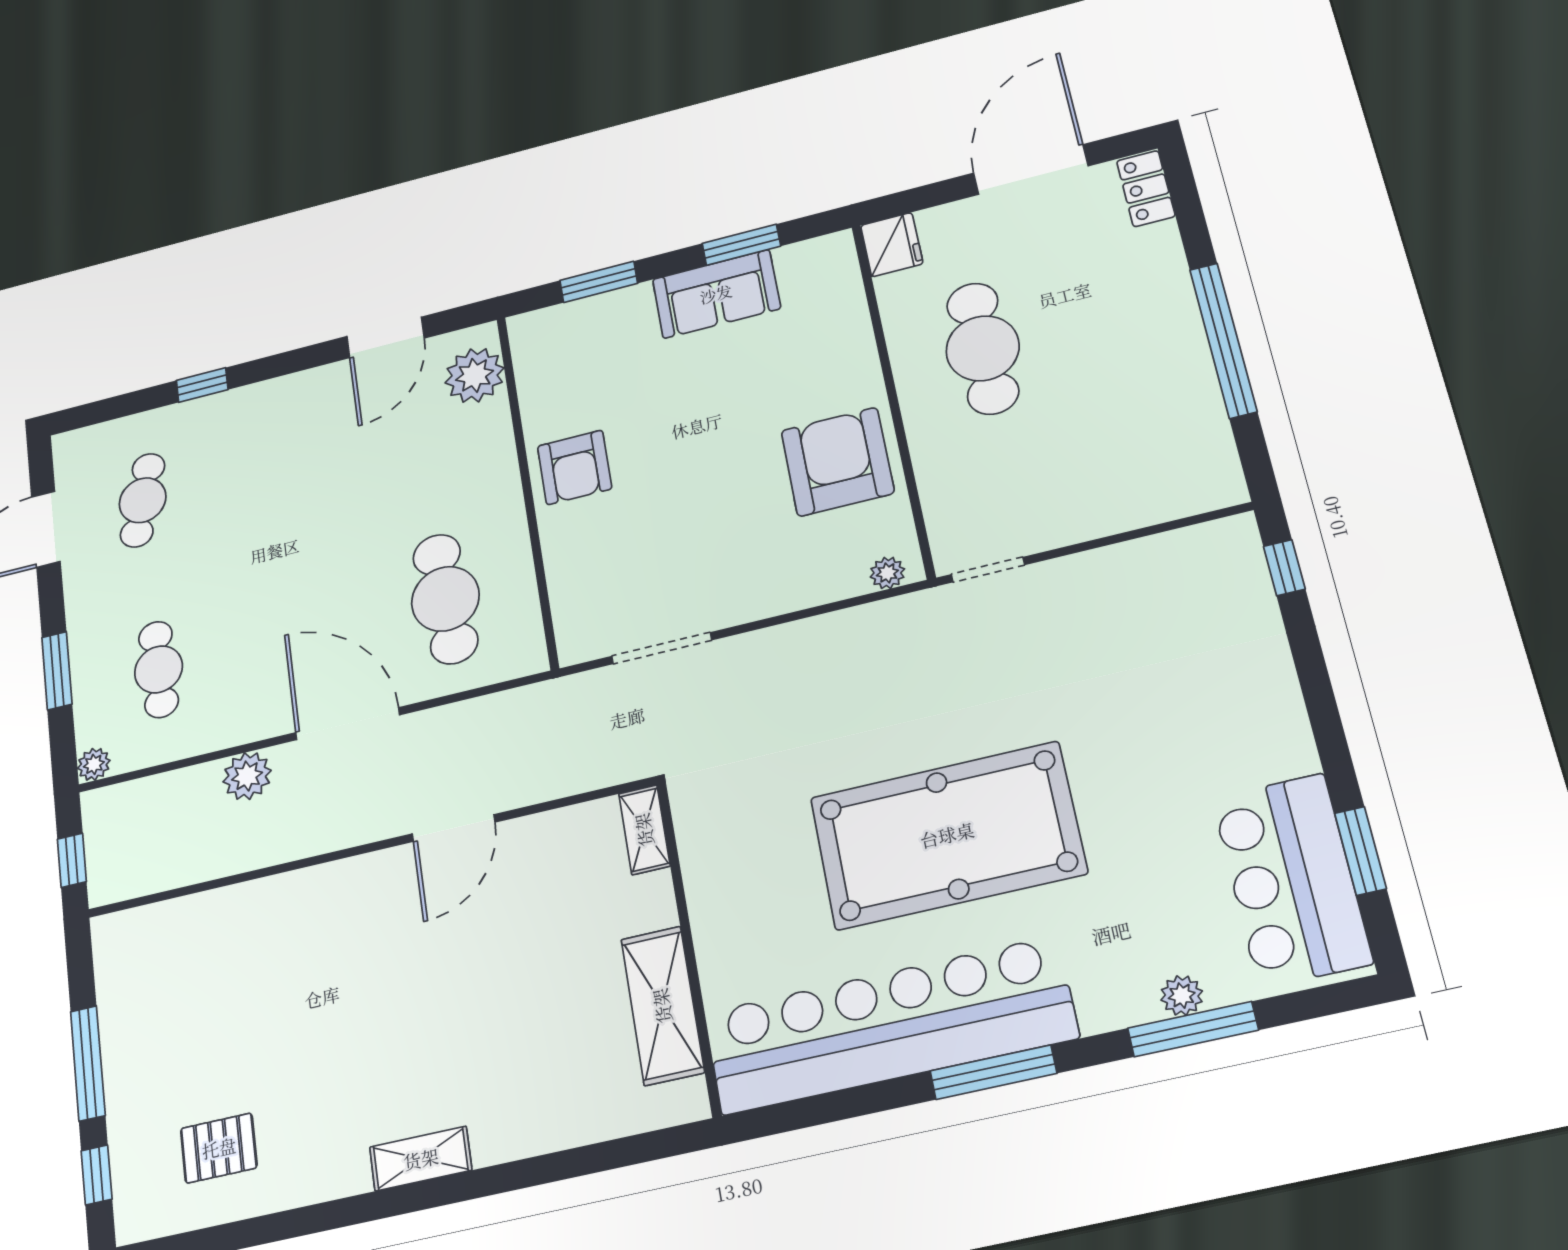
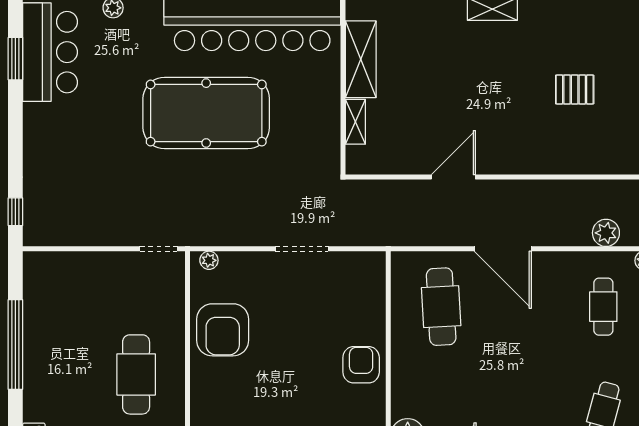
doorway: (662, 648) -> (302, 249), moved
plant: (247, 776) -> (606, 233), moved
shelving: (644, 830) -> (355, 122), moved
pallet: (219, 1148) -> (575, 89), moved

